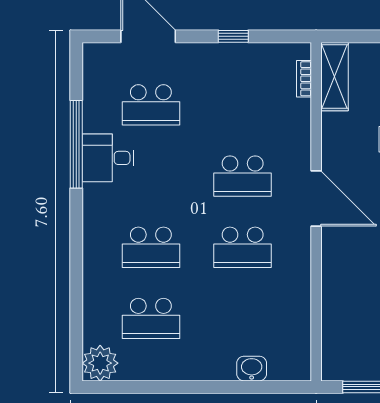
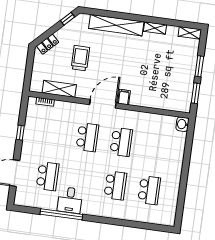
shelving: (335, 77) -> (59, 89), moved
filing cabinet: (336, 240) -> (124, 97), added
plant: (100, 363) -> (167, 217), removed
washbasin: (252, 369) -> (182, 124), moved

